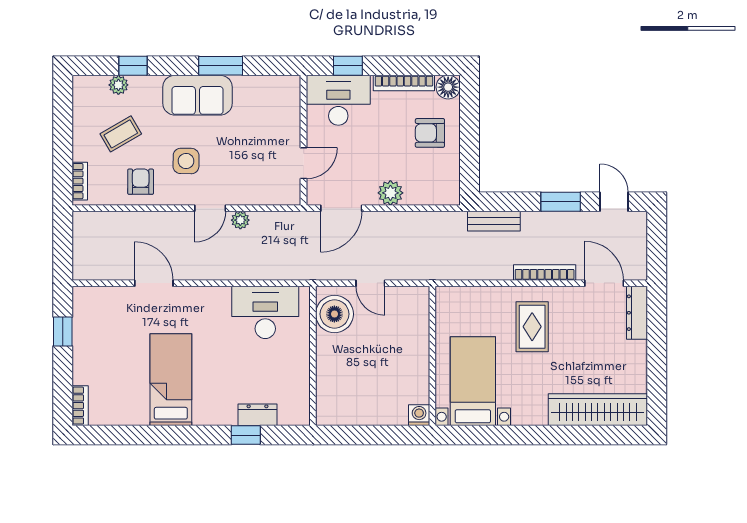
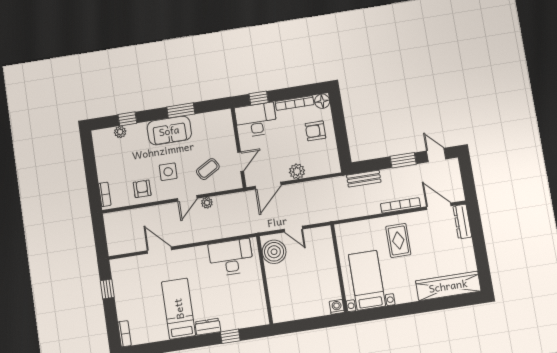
coffee table: (121, 134) -> (208, 169), moved
dresser: (257, 415) -> (208, 327), moved

